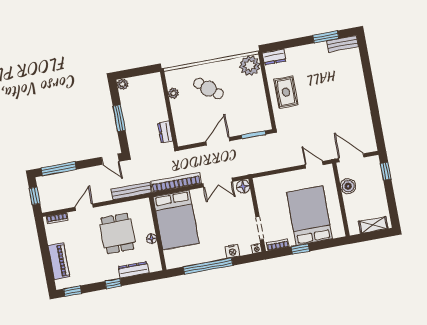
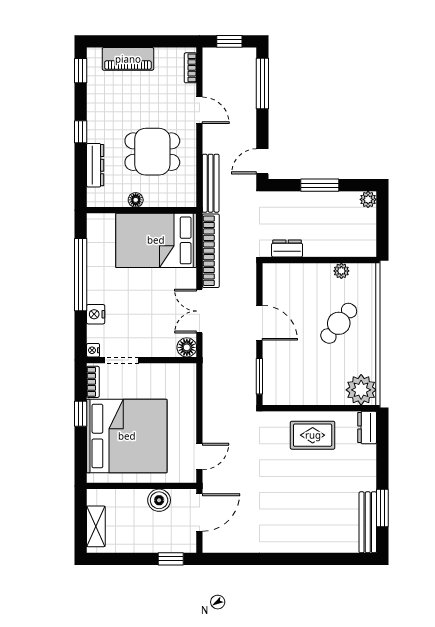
bench: (343, 44) -> (368, 522), width x1.36
bed: (310, 216) -> (127, 436), width x1.36

